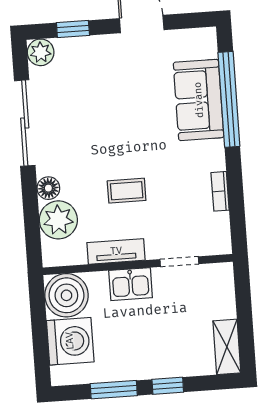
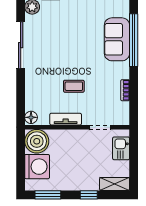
floor lamp: (48, 188) -> (31, 117), moved
plant: (58, 220) -> (35, 100), removed
kitchen sink: (131, 284) -> (121, 148), moved, turned 90
shelving: (227, 347) -> (115, 184), moved, turned 90
window: (114, 390) -> (48, 195), moved

